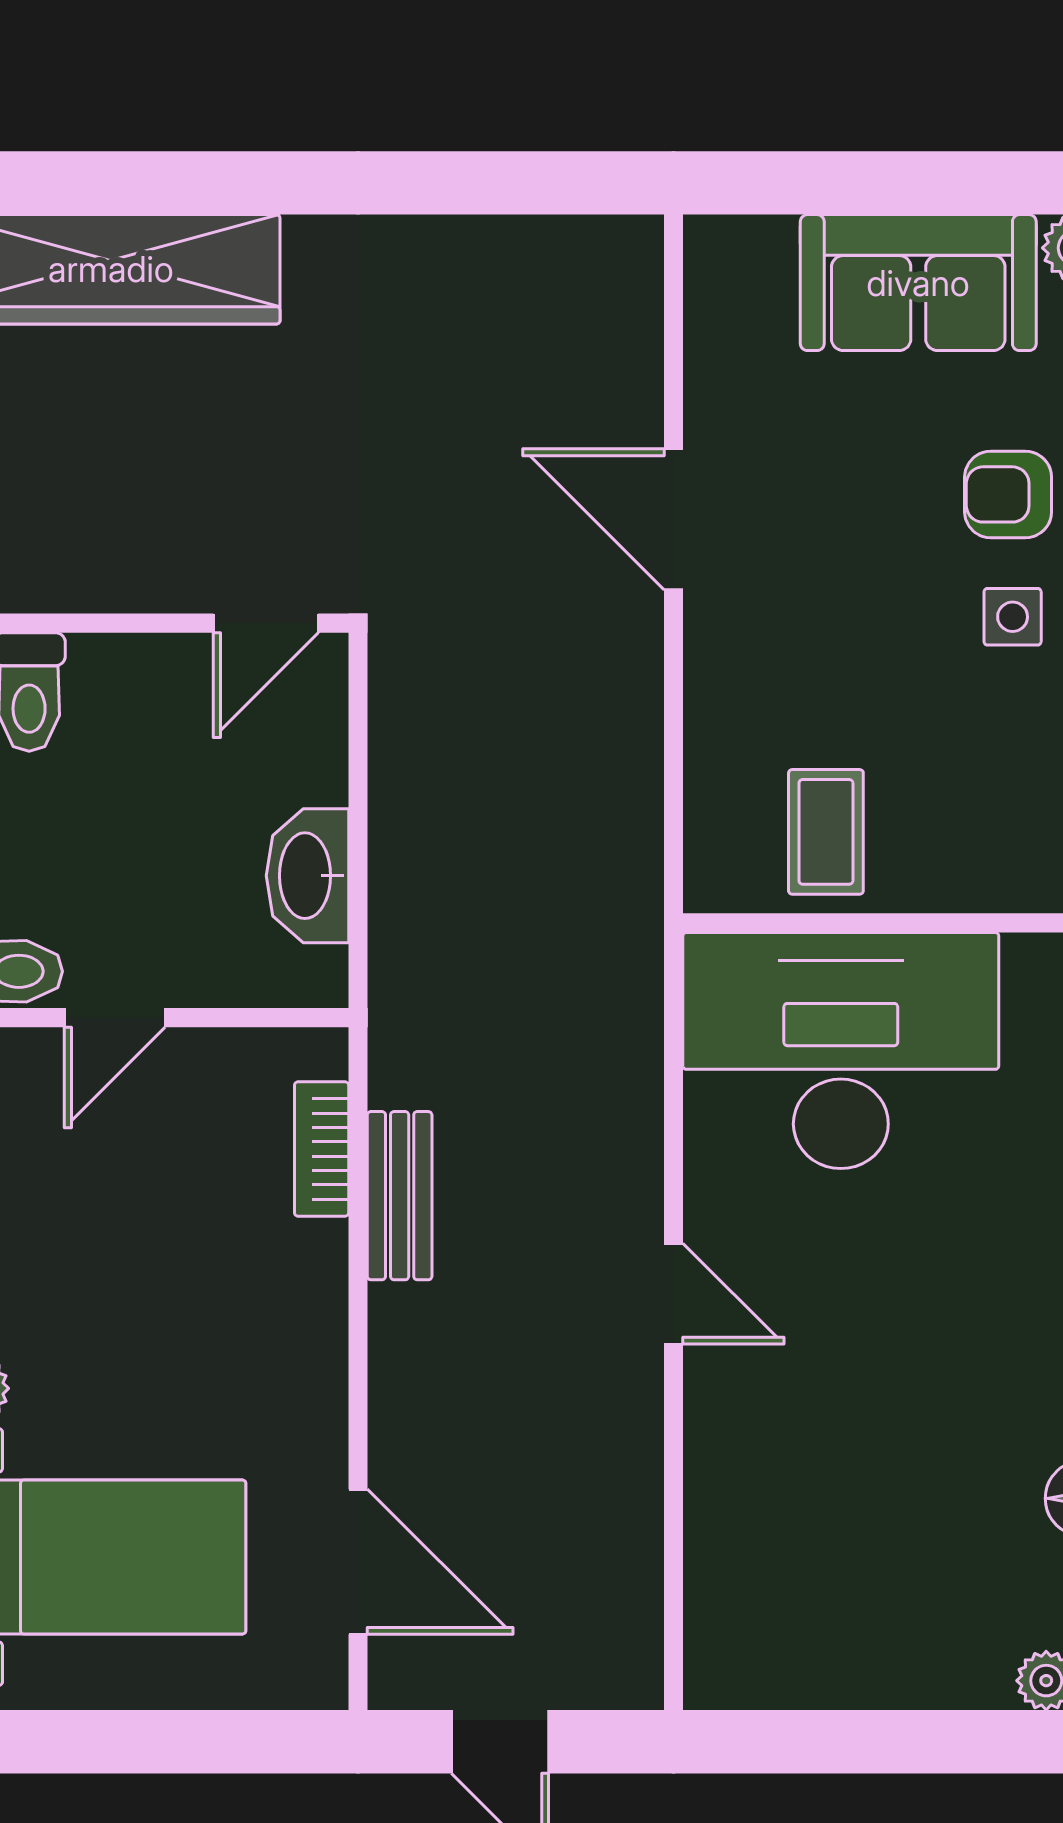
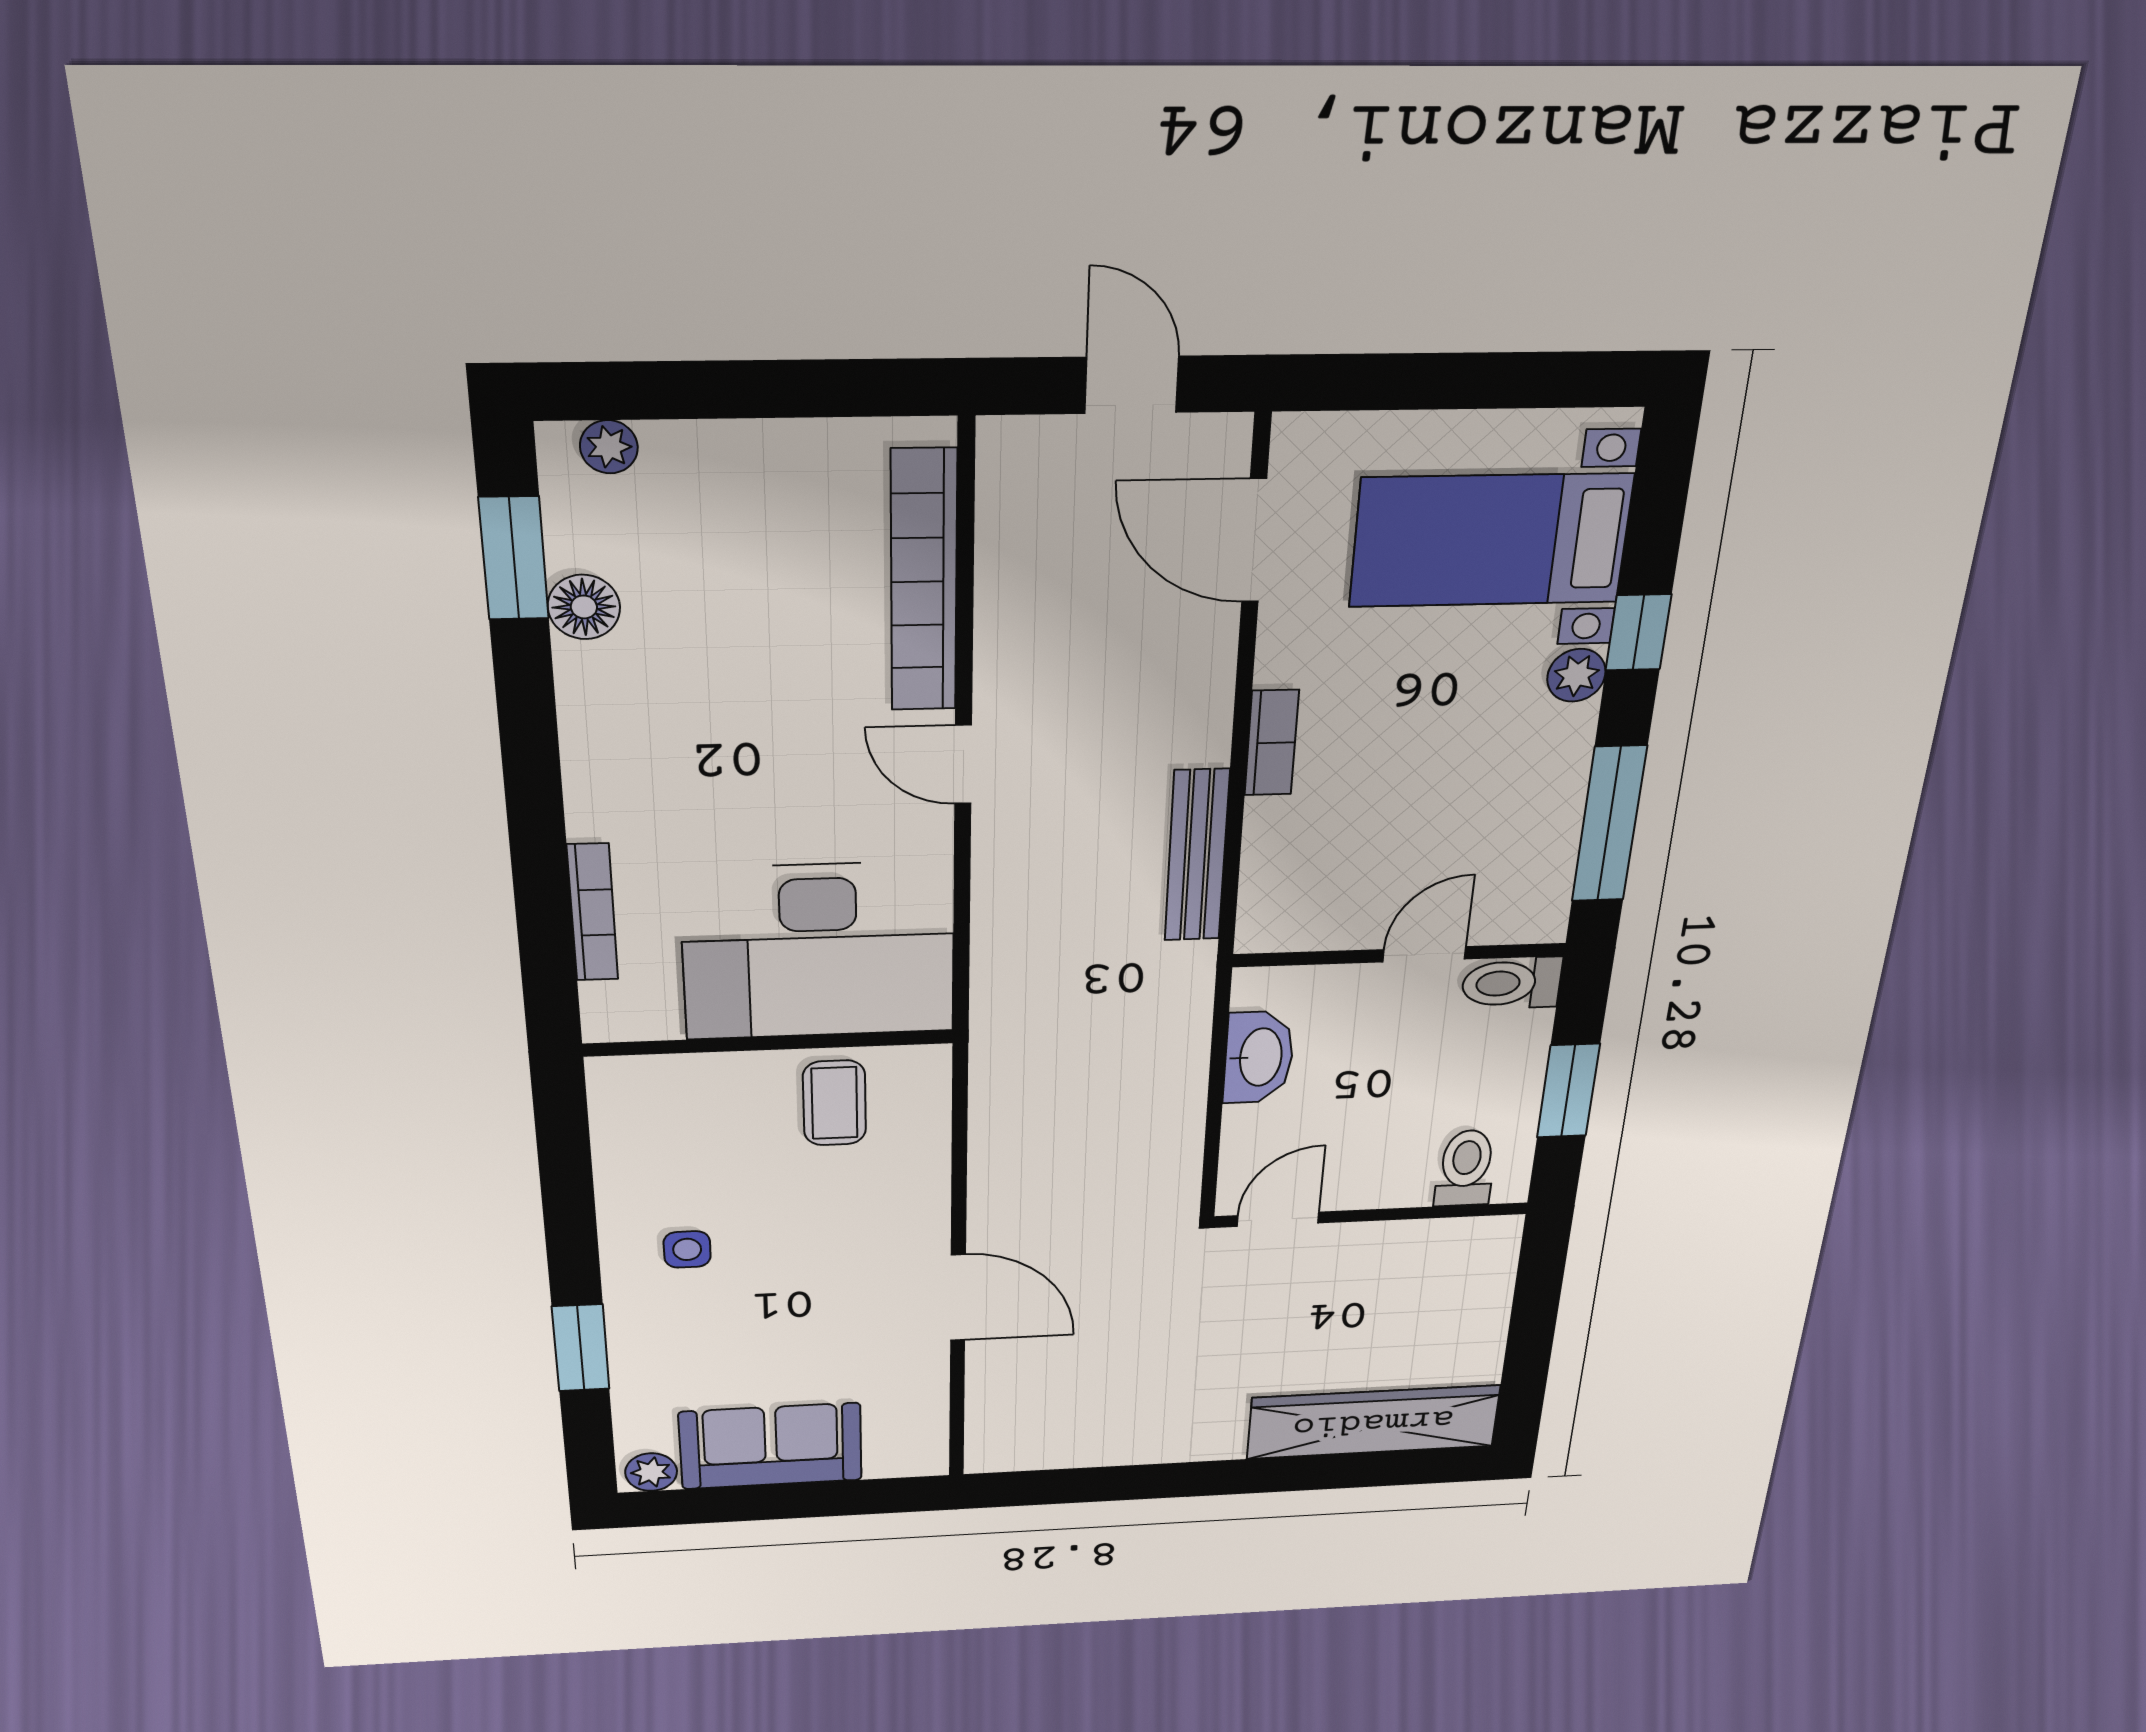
armchair: (1008, 494) -> (695, 1325), removed
bookcase: (322, 1149) -> (1272, 743), moved
bench: (400, 1196) -> (1197, 856), width x1.36
bookcase: (718, 1520) -> (924, 582), added

